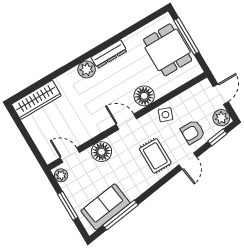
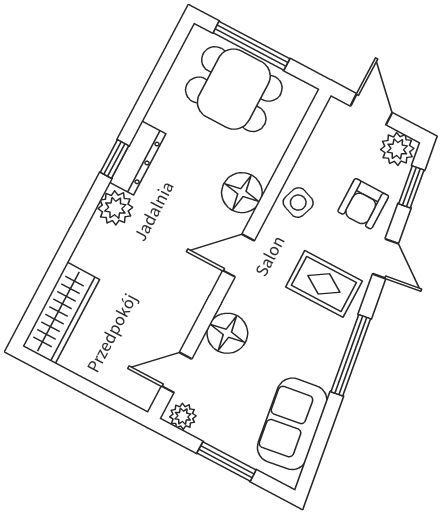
window: (99, 49) -> (115, 159), added
window: (121, 215) -> (351, 355), moved

